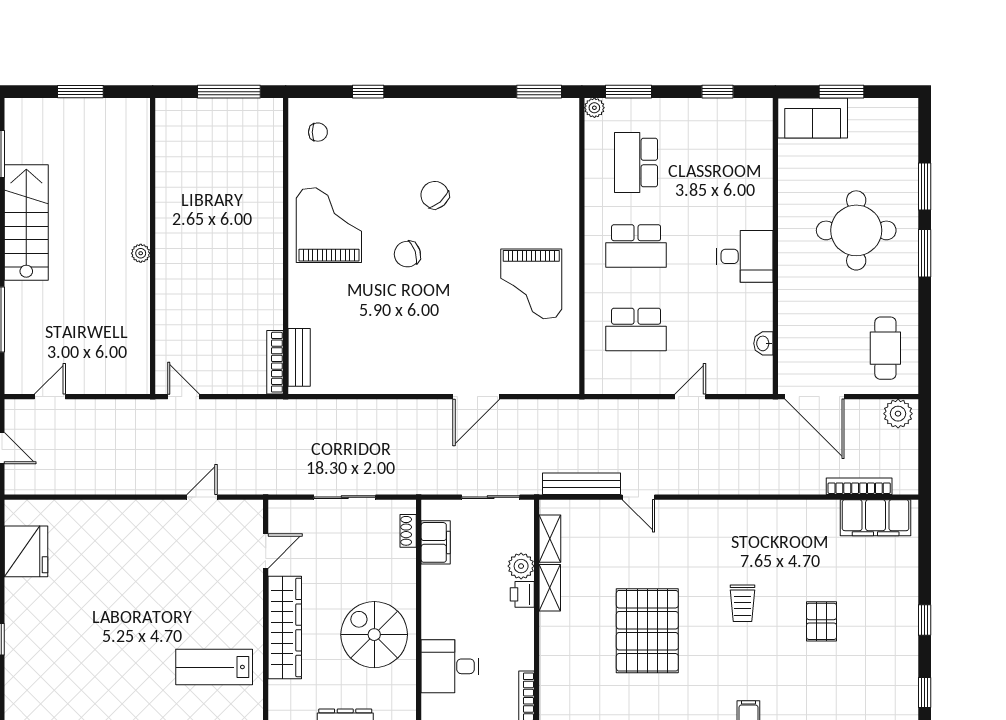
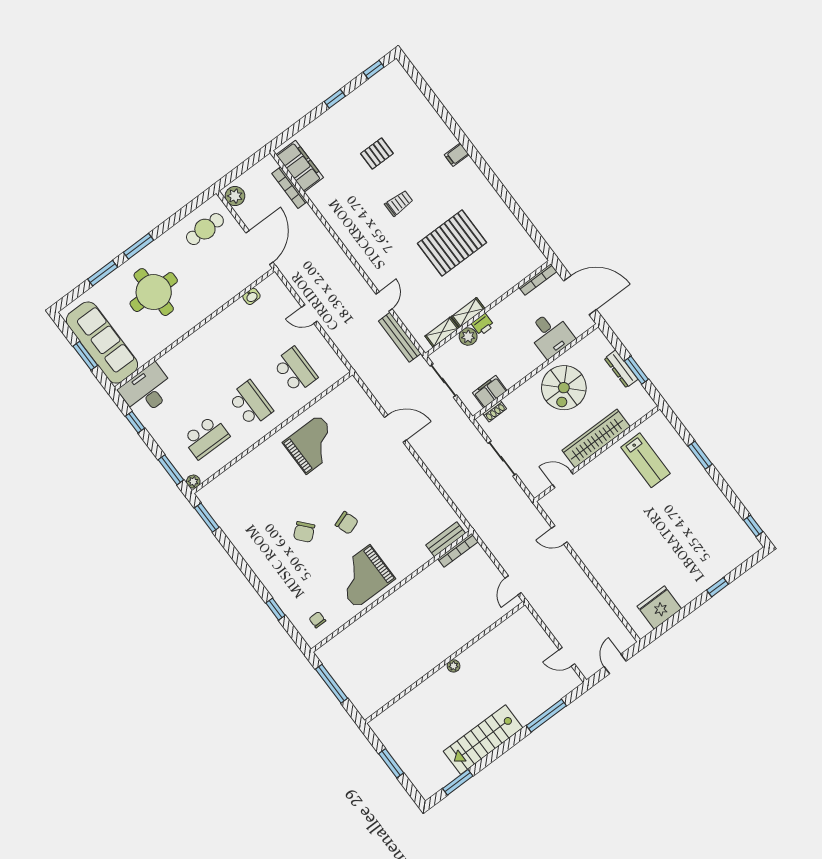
sofa: (813, 118) -> (102, 343), width x1.85, depth x1.27
desk: (745, 256) -> (147, 390), moved, width x1.37

